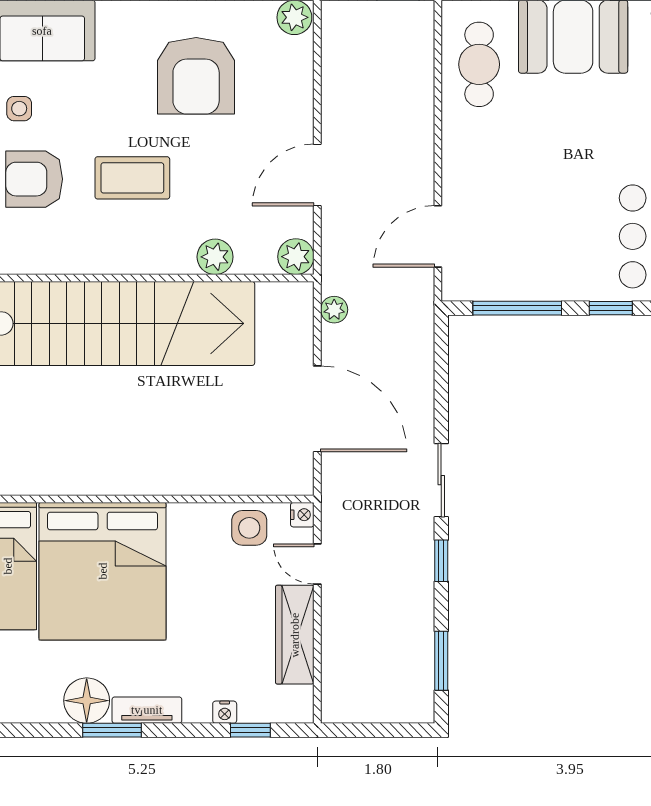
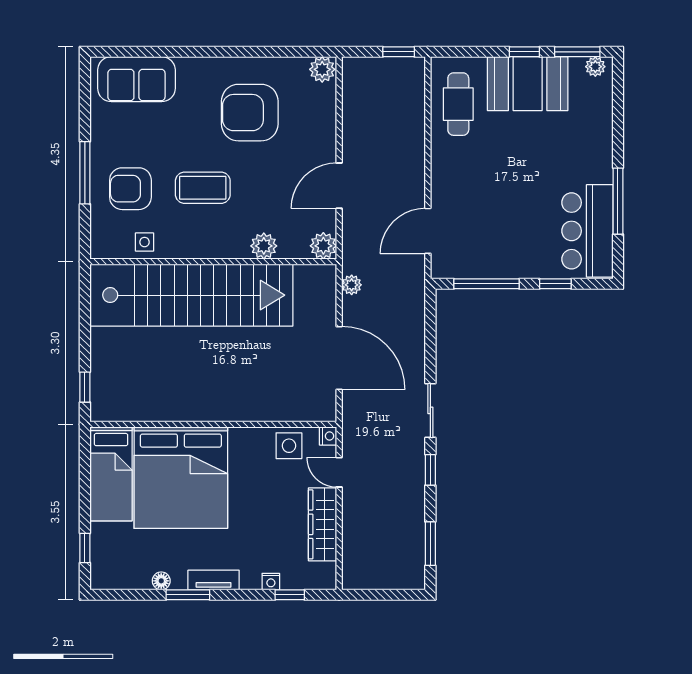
armchair: (196, 76) -> (250, 113), turned 90
side table: (19, 109) -> (144, 242), moved
floor lamp: (87, 701) -> (161, 581), width x0.53, depth x0.53

